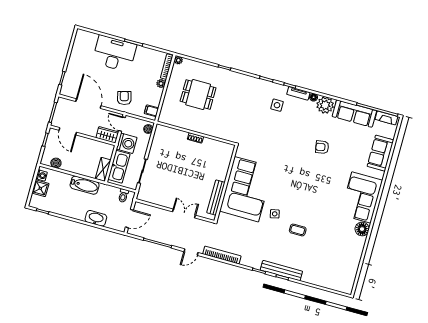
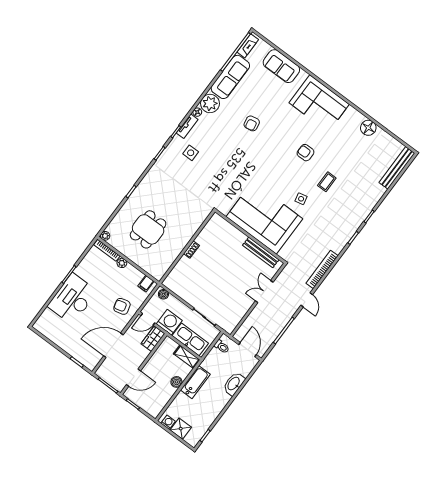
boiler: (56, 163) -> (176, 382), moved
armchair: (315, 202) -> (306, 153), added
floor lamp: (362, 229) -> (368, 128), moved
bench: (281, 271) -> (397, 168), moved

